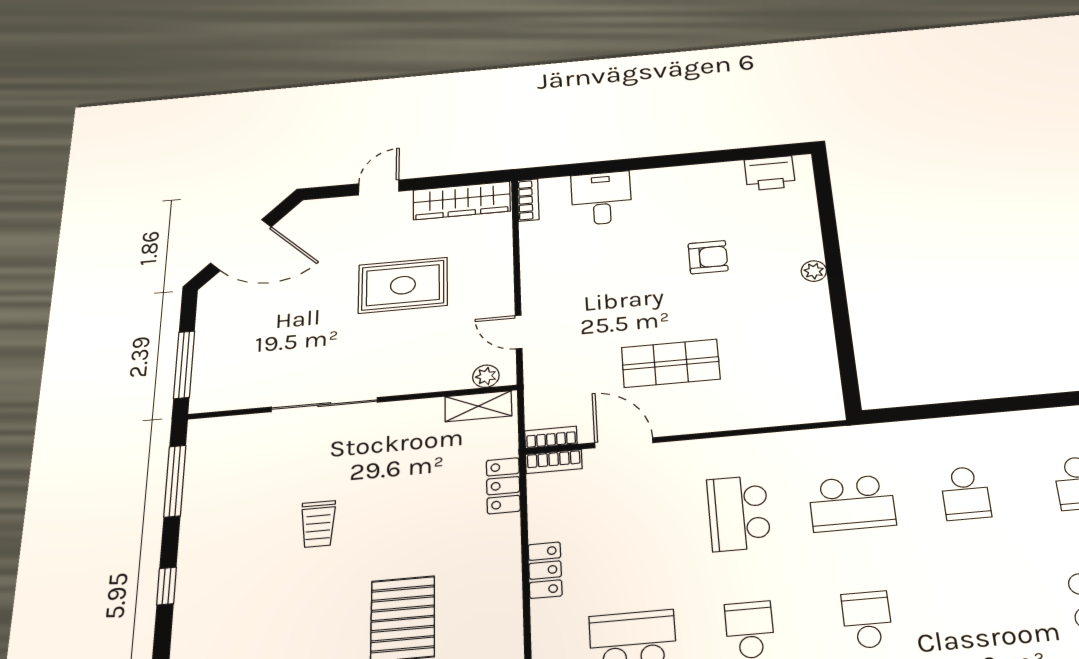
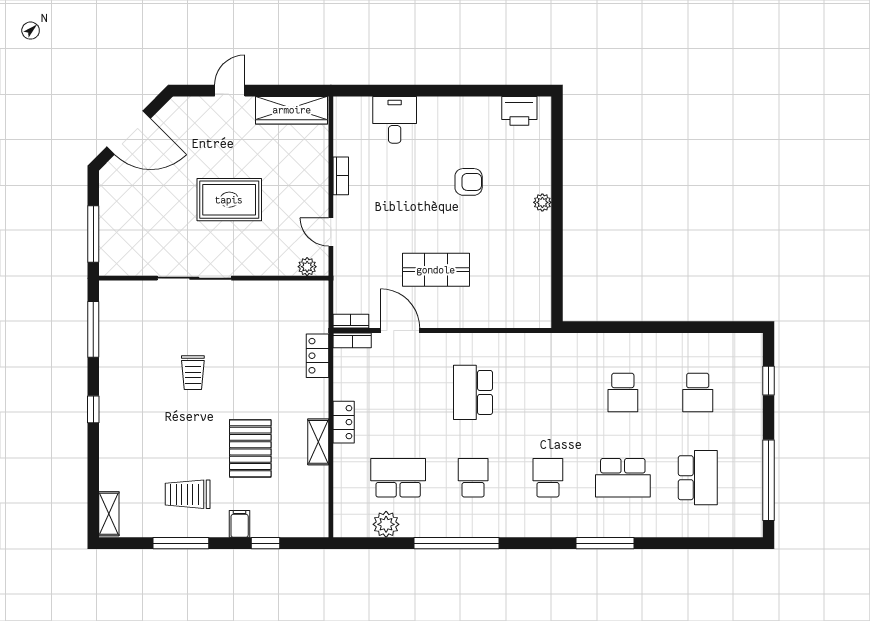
bookcase: (528, 200) -> (341, 176), moved
rug: (403, 285) -> (229, 200), moved
shelving: (478, 406) -> (318, 442), moved, turned 90
school desk: (852, 503) -> (623, 478), moved

